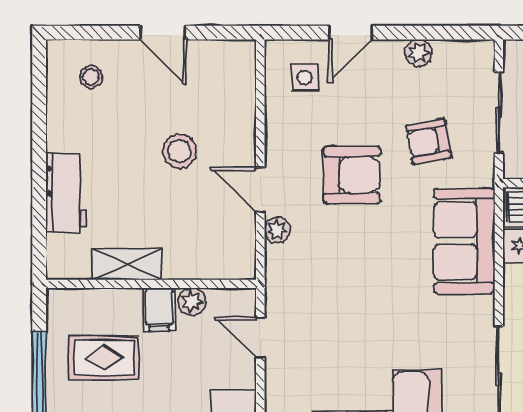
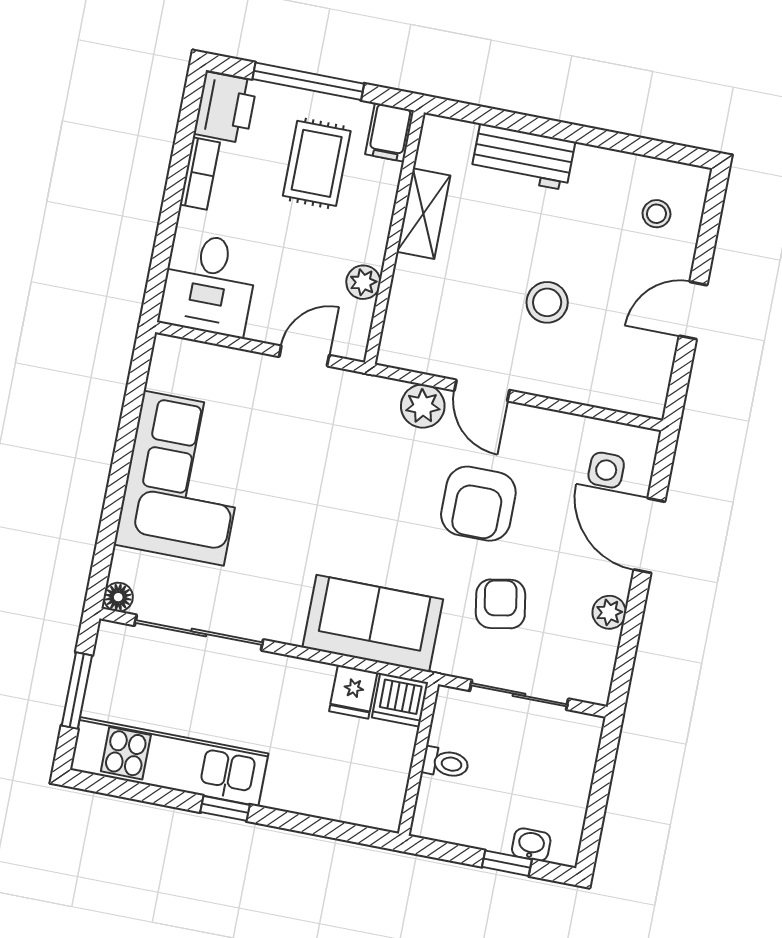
door: (351, 33) -> (649, 536), width x1.38
door: (260, 190) -> (482, 390), swing flipped
plant: (277, 230) -> (423, 406), width x1.38, depth x1.38
filing cabinet: (159, 310) -> (390, 132), moved, turned -90

